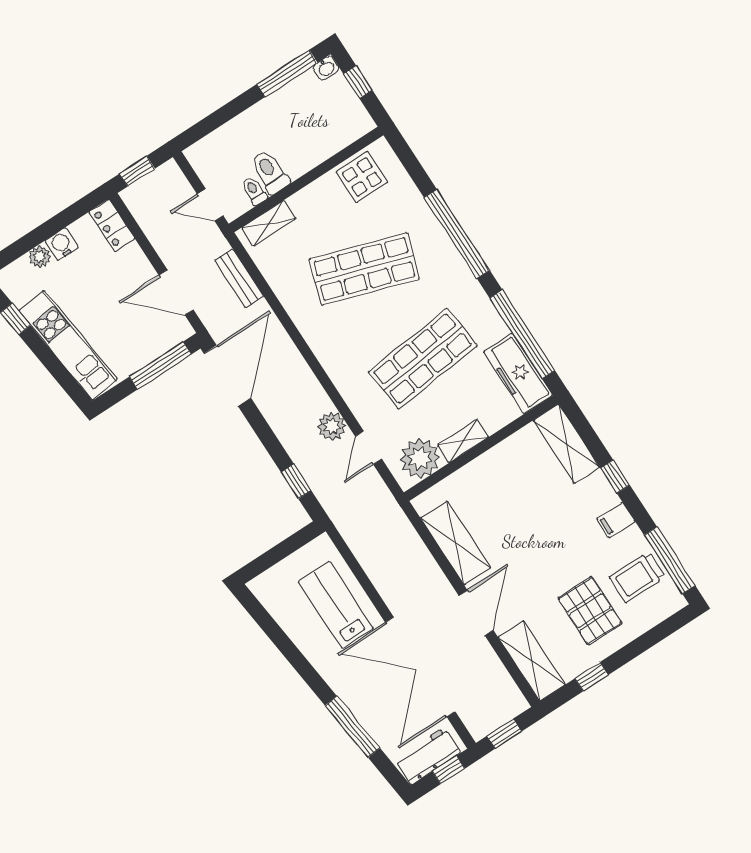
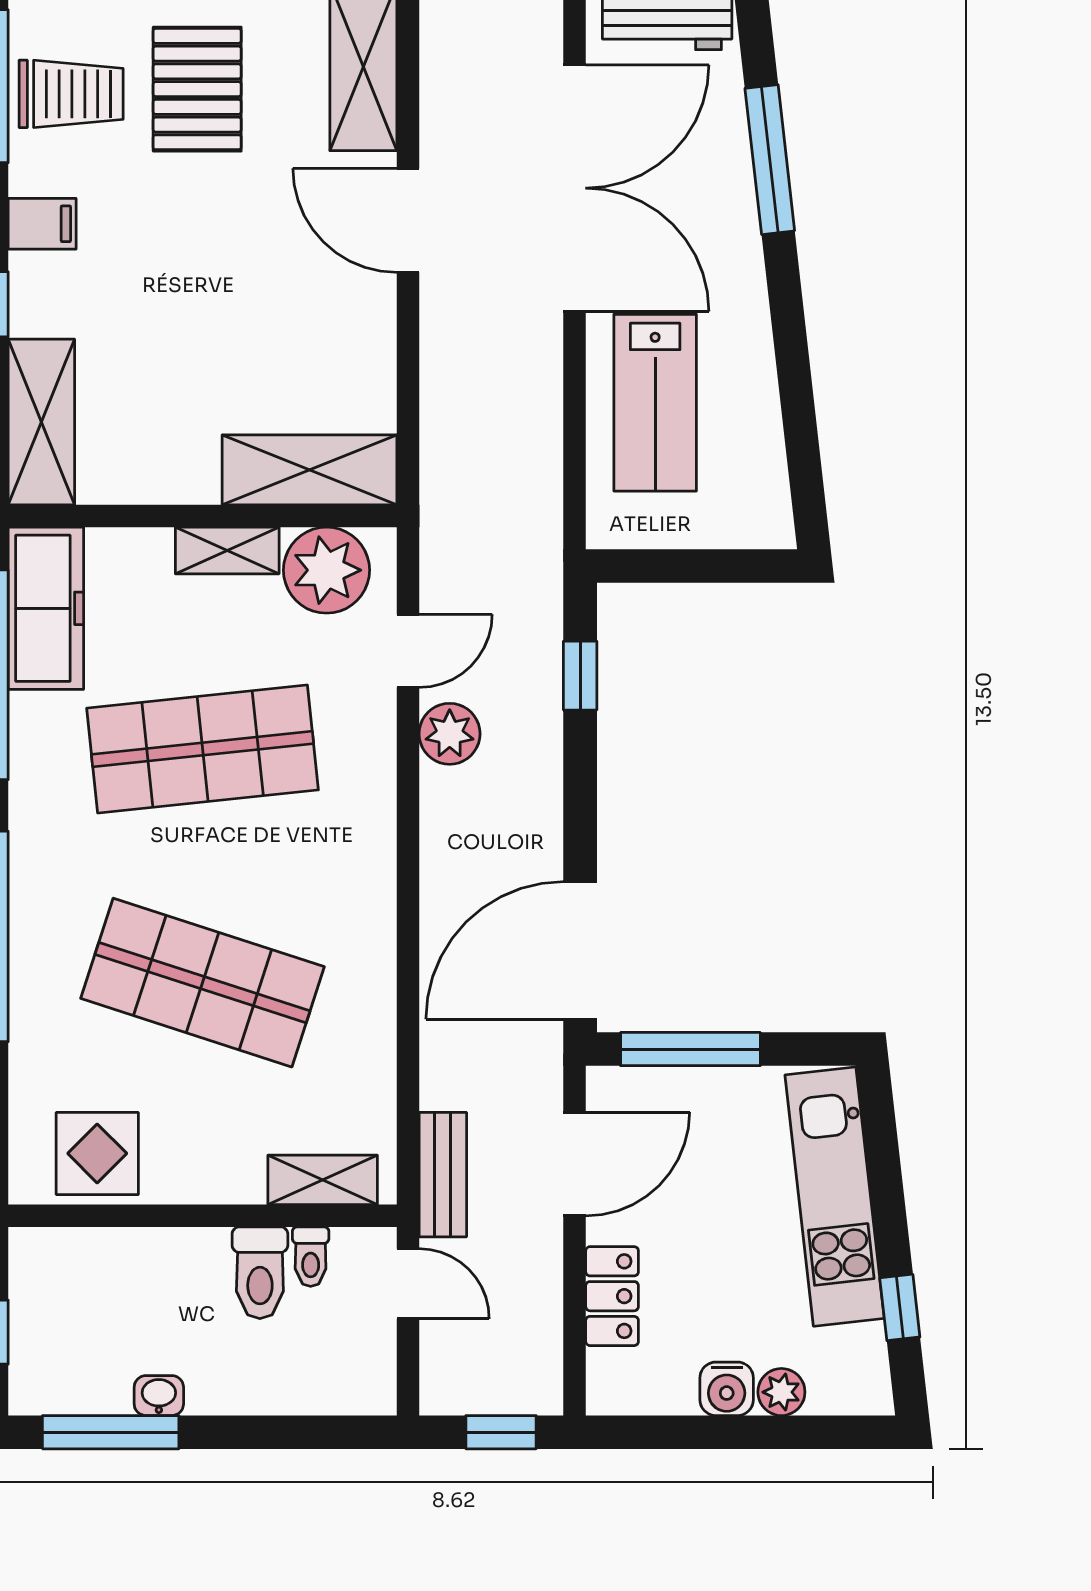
washbasin: (326, 68) -> (159, 1396), moved
locker: (112, 225) -> (612, 1296), moved
bench: (239, 278) -> (443, 1175), moved
door: (176, 292) -> (575, 1164), hinge flipped
shelving: (456, 543) -> (309, 470), moved, turned 90
door: (476, 613) -> (408, 220), hinge flipped

